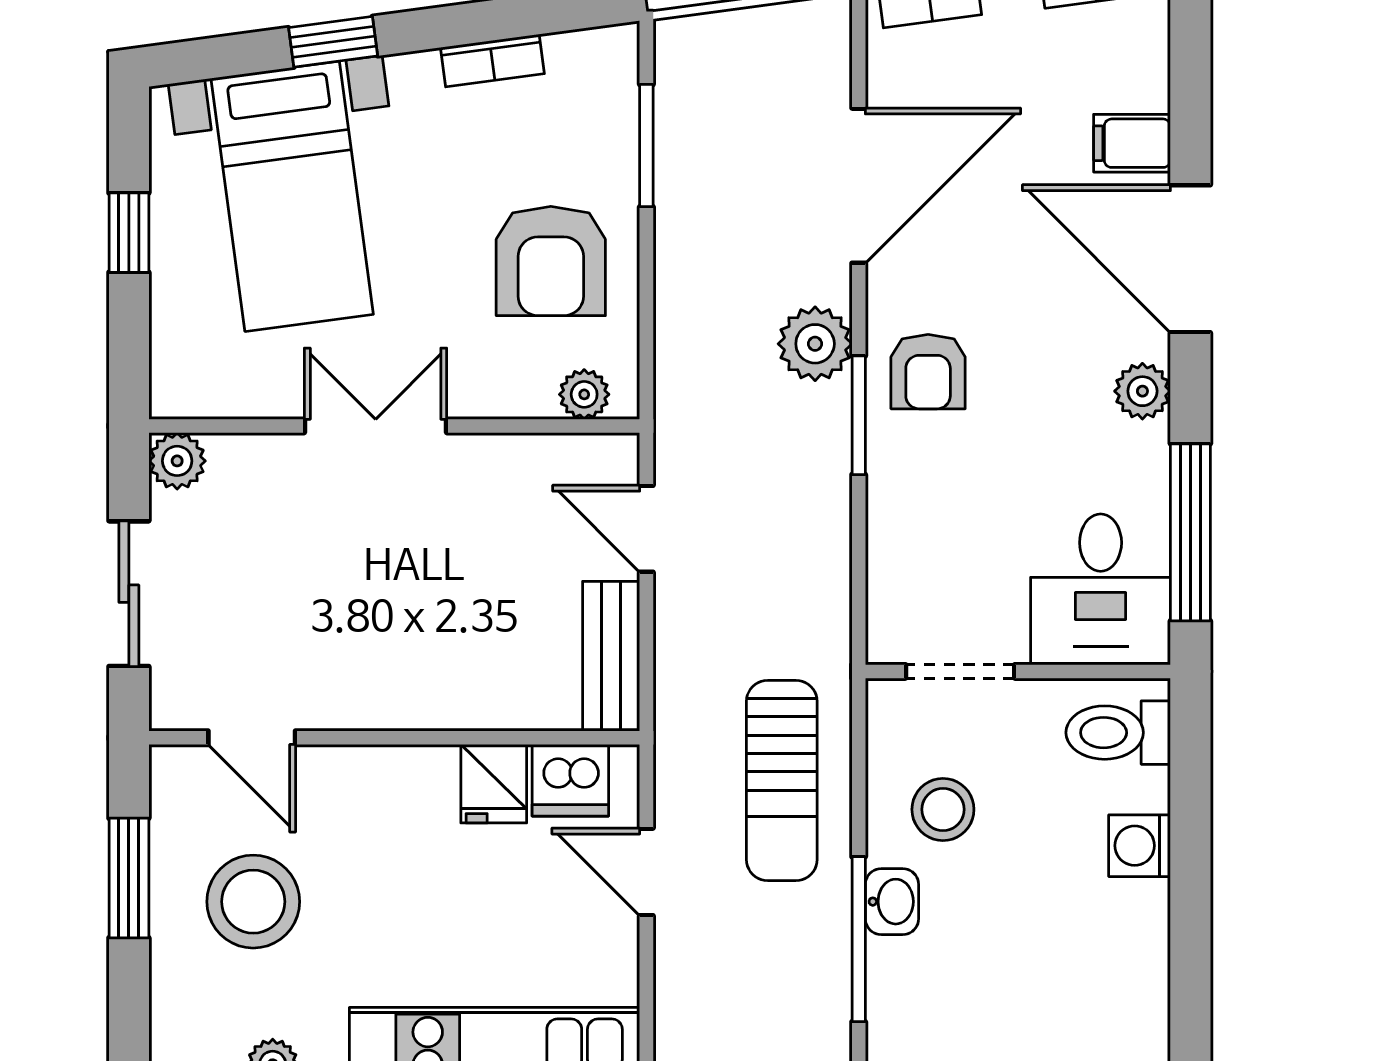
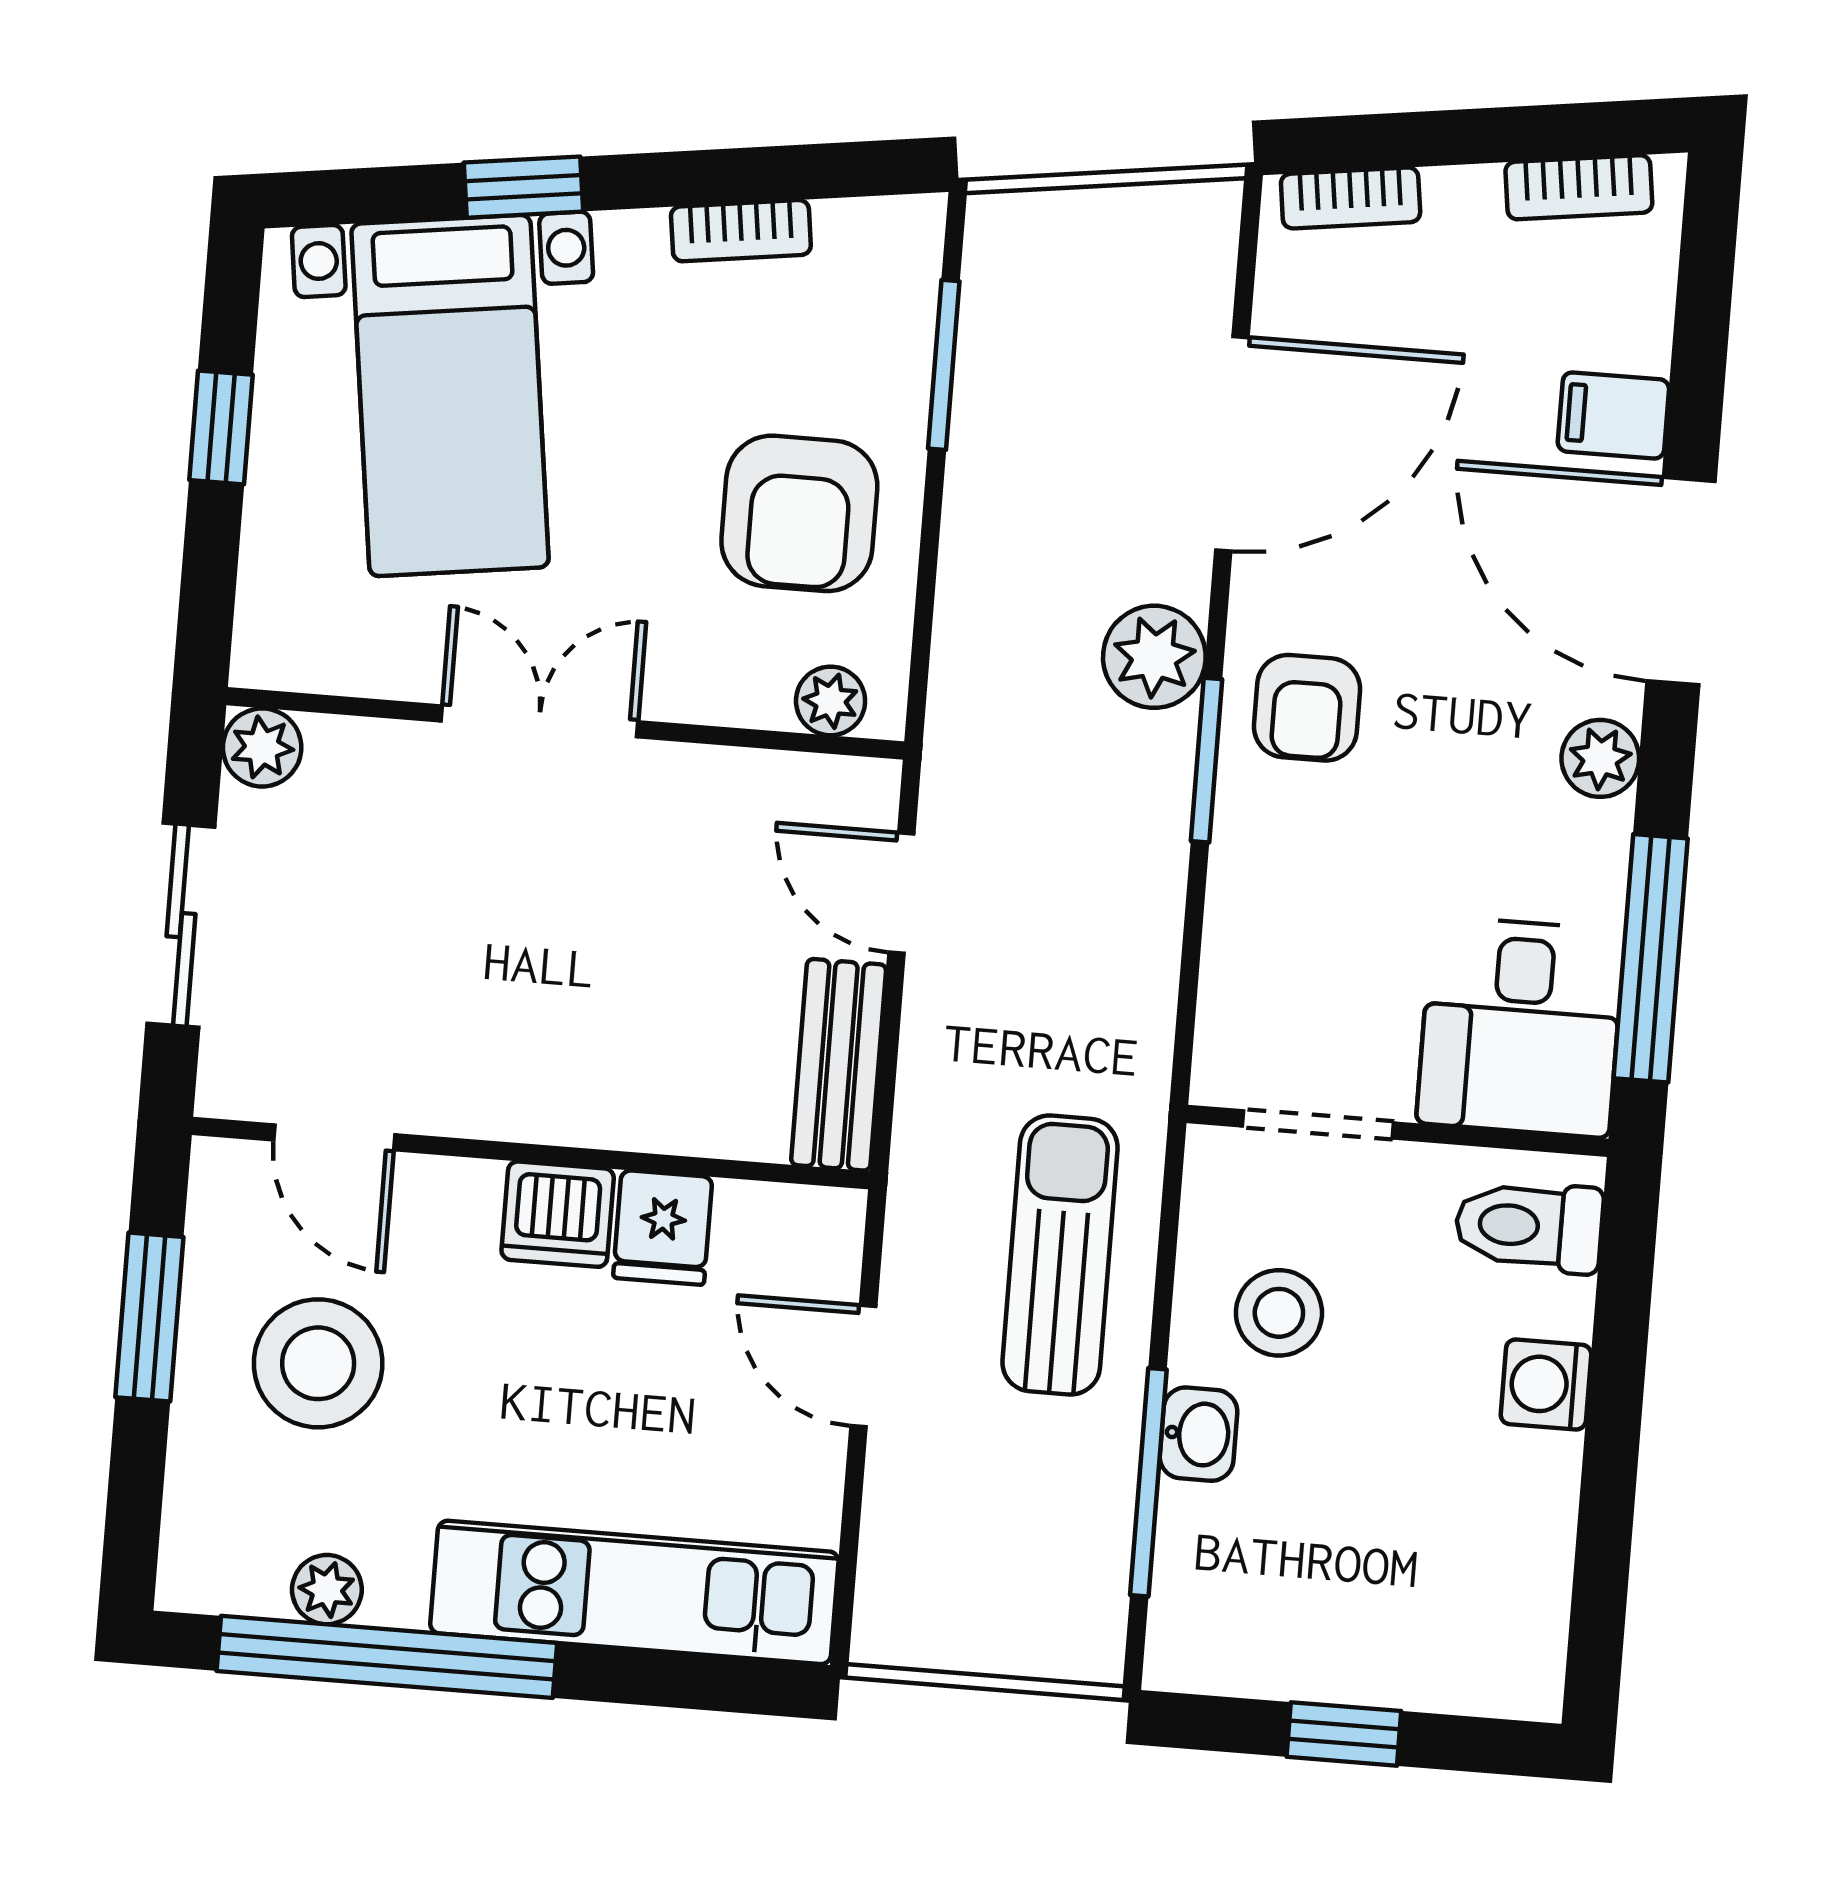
dishwasher: (570, 780) -> (558, 1214), moved
sun lounger: (782, 780) -> (1060, 1255), turned 180

